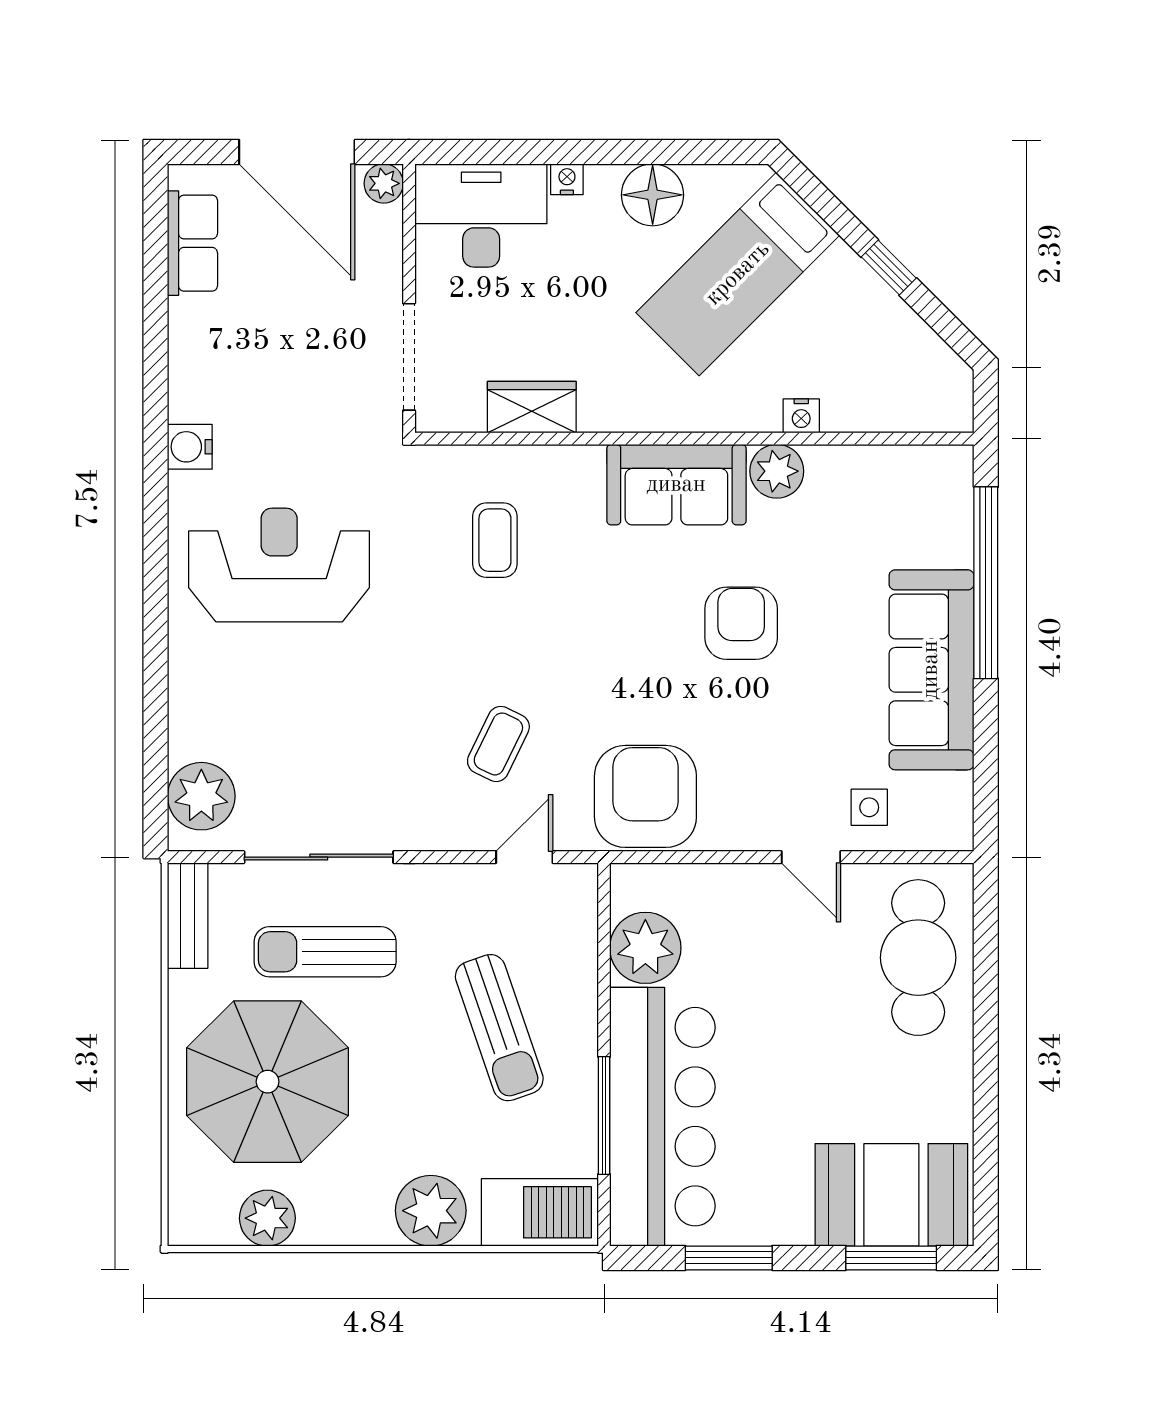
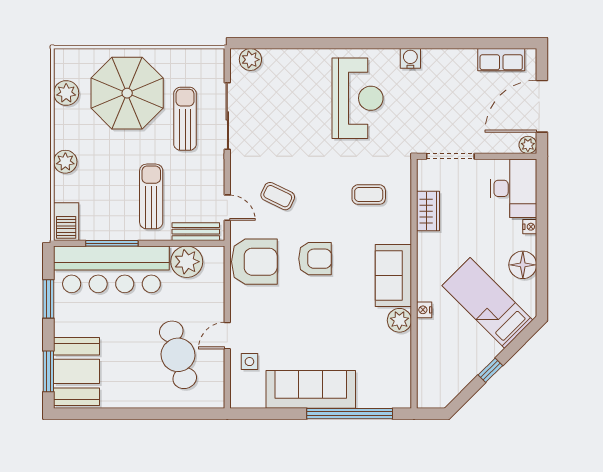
nightstand: (801, 416) -> (424, 310), moved
armchair: (741, 623) -> (315, 259), moved
plant: (201, 796) -> (250, 60), width x0.73, depth x0.73
bench: (188, 916) -> (196, 232), moved
cafe table: (918, 958) -> (178, 355), moved, turned 74
sun lounger: (499, 1028) -> (151, 196), turned 109
plant: (431, 1211) -> (65, 162), width x0.73, depth x0.73
barbecue: (540, 1212) -> (66, 222), width x0.73, depth x0.83

